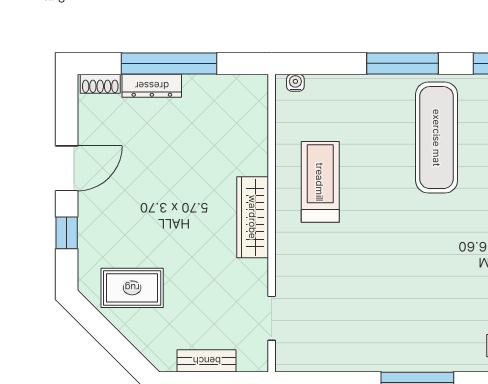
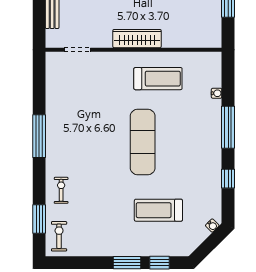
water cooler: (295, 83) -> (217, 93), moved
exercise mat: (437, 138) -> (143, 142), moved, turned 90

